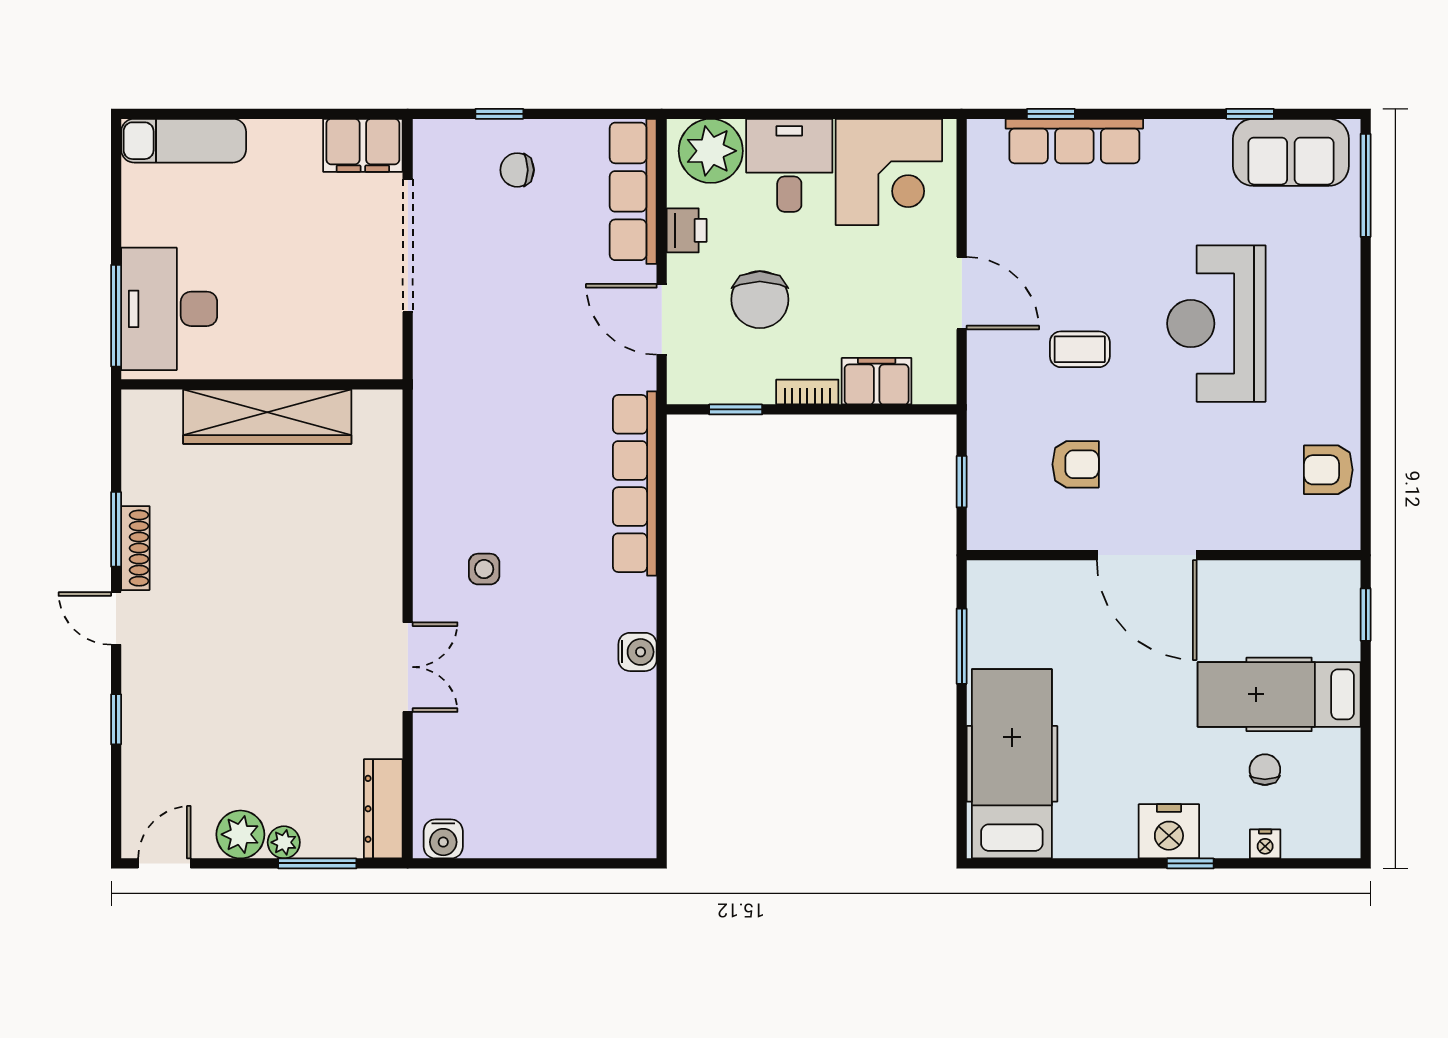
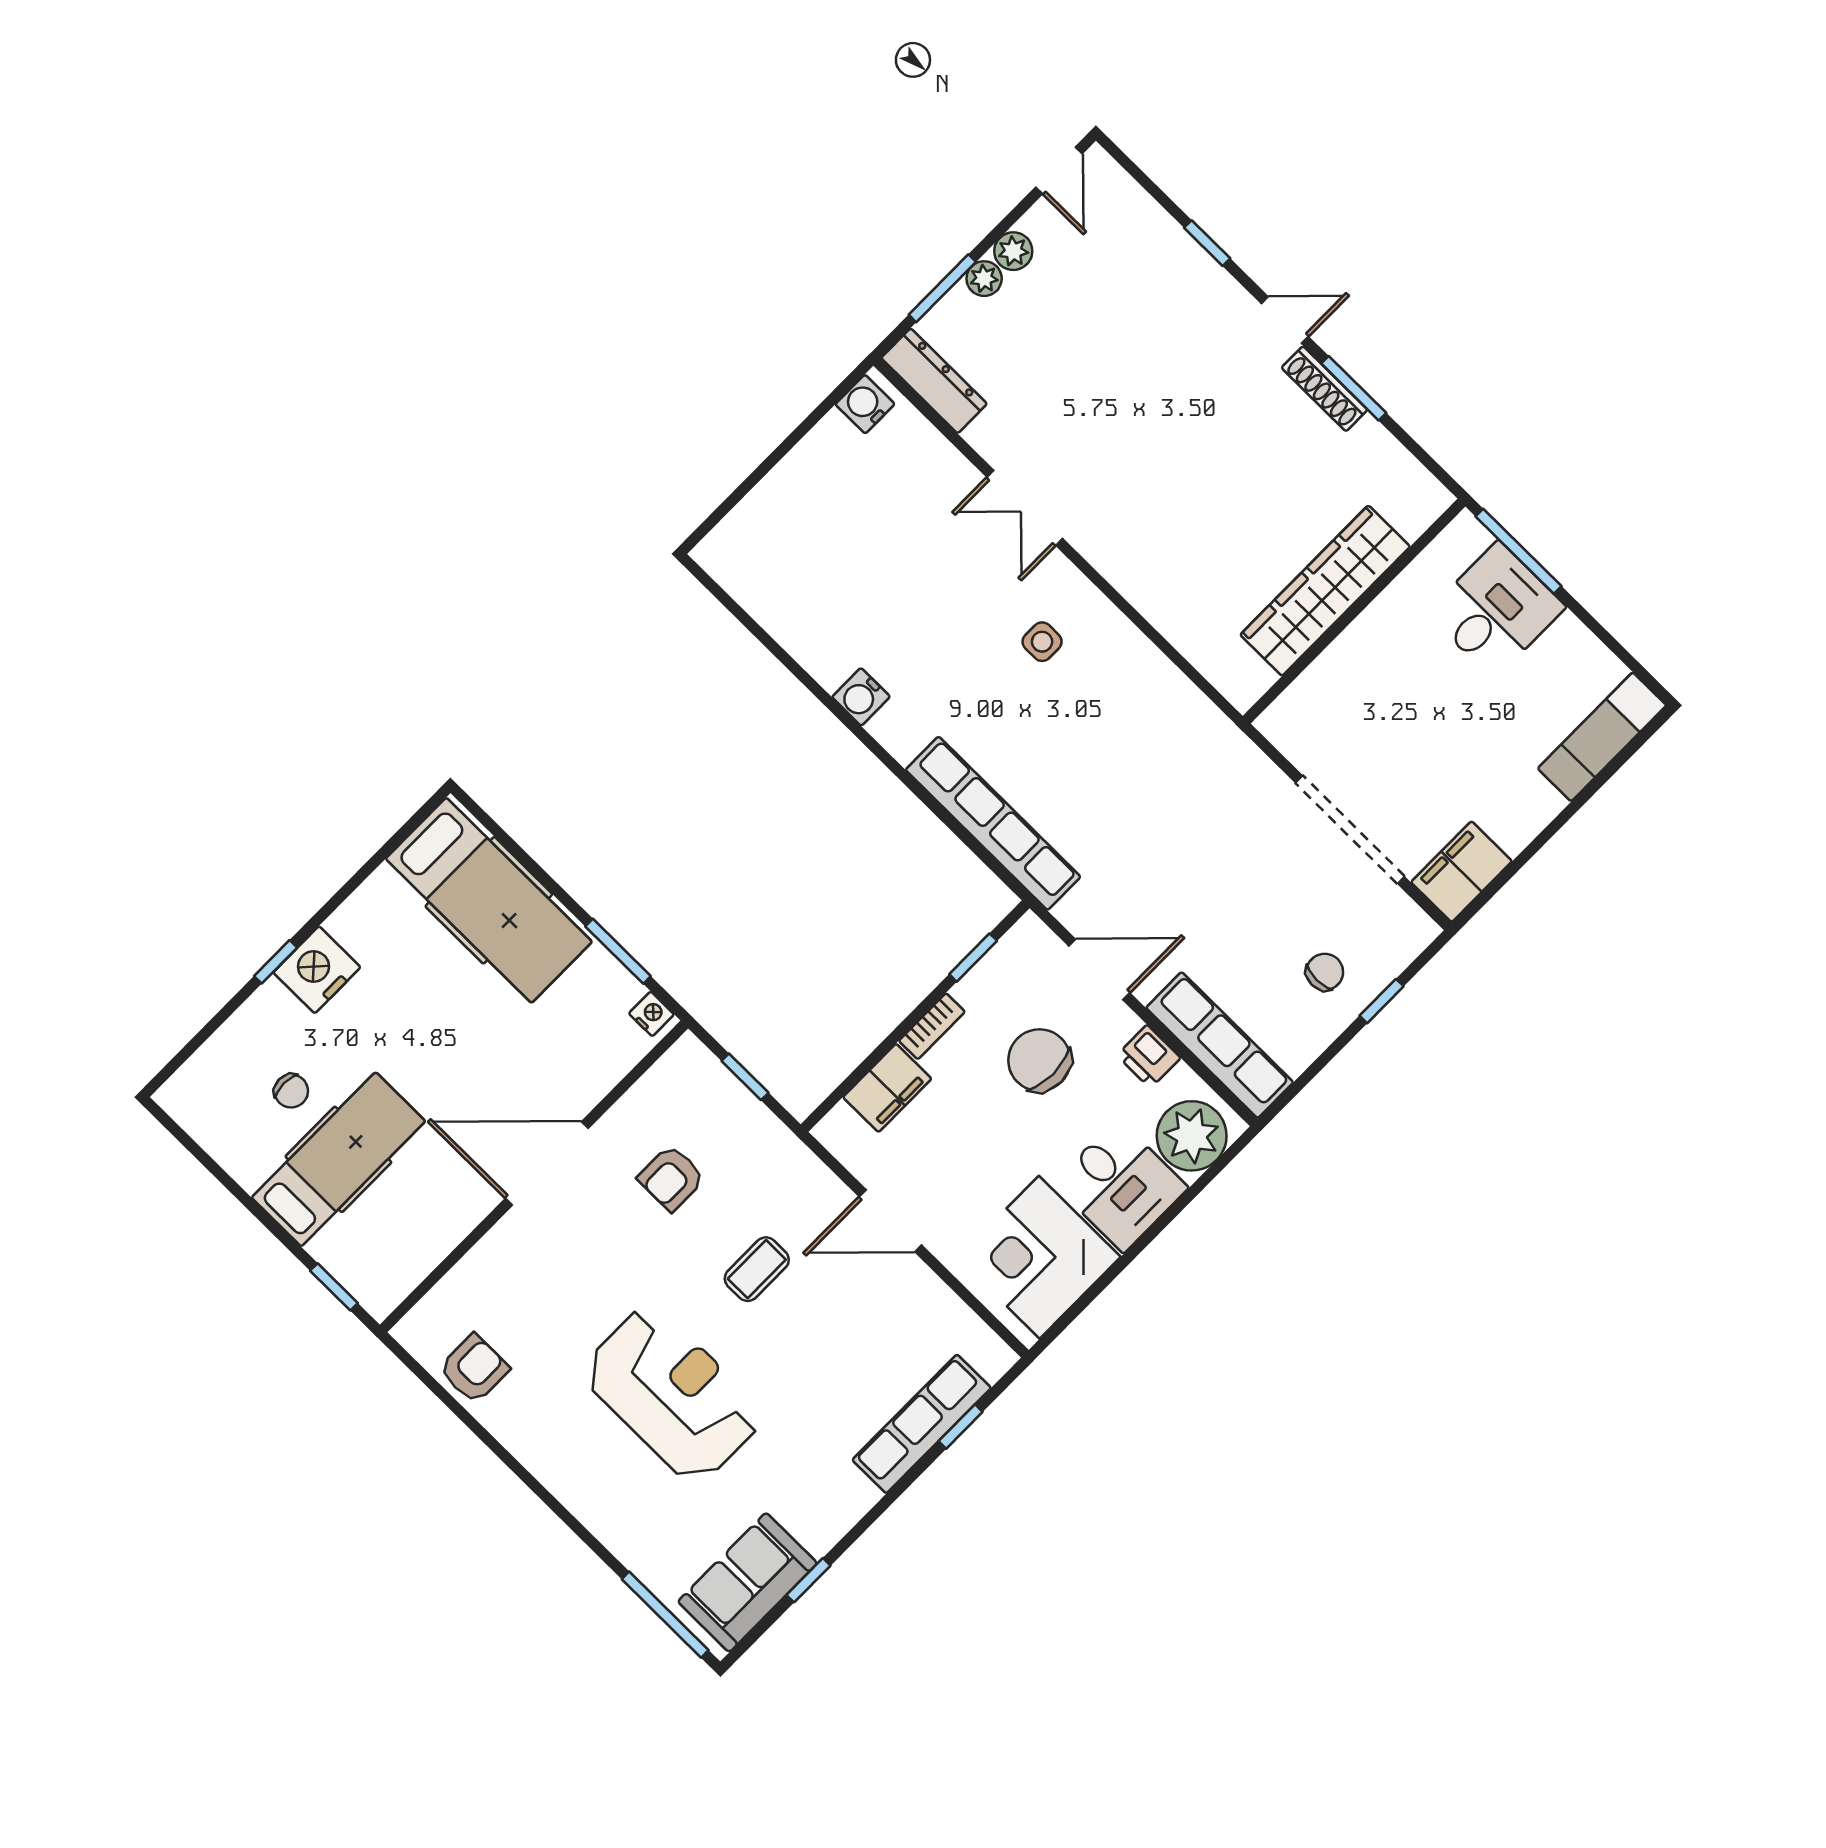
desk: (169, 309) -> (1496, 610), width x0.73
plant: (240, 834) -> (1013, 251), width x0.73, depth x0.73
nightstand: (1265, 844) -> (651, 1014), moved, turned 90

